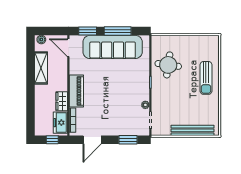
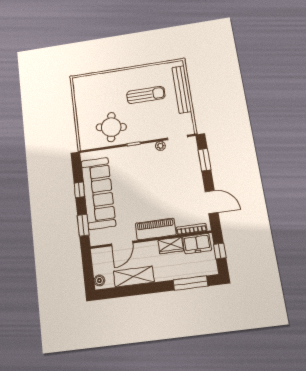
window: (118, 31) -> (79, 190), width x0.46
door: (68, 48) -> (122, 243), moved
sun lounger: (206, 78) -> (146, 95), moved
window: (30, 113) -> (190, 283), added

